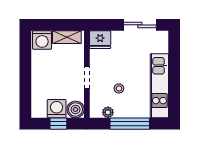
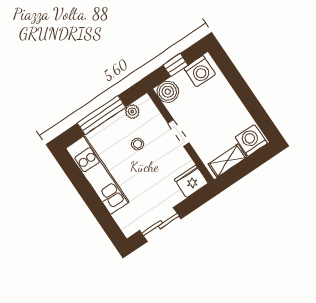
washing machine: (57, 109) -> (200, 71), moved

